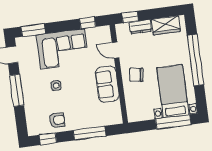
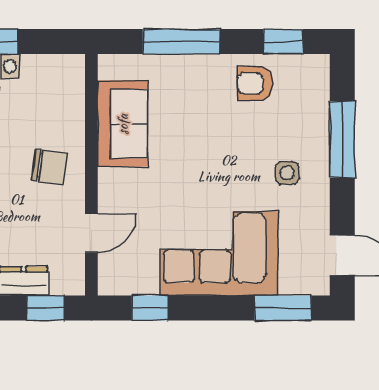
door: (116, 50) -> (91, 233), hinge flipped
sofa: (107, 84) -> (123, 124), moved
side table: (56, 86) -> (287, 173), moved
window: (17, 90) -> (342, 140), moved

